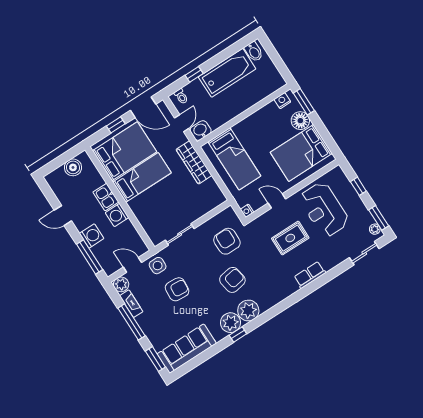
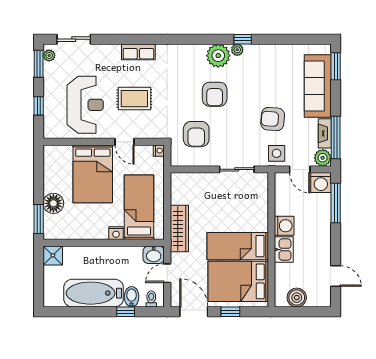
bidet: (254, 52) -> (132, 297), moved
shower: (276, 81) -> (53, 255), added
nightstand: (282, 101) -> (116, 233), moved
bed: (301, 153) -> (93, 174), moved, turned 90
door: (63, 216) -> (336, 276), moved
washing machine: (92, 236) -> (321, 183), moved, turned -90
armchair: (232, 280) -> (215, 94), turned -80
window: (131, 322) -> (336, 138), moved
plant: (230, 323) -> (237, 50), width x0.53, depth x0.53
sofa: (187, 349) -> (318, 86), moved, turned 90

